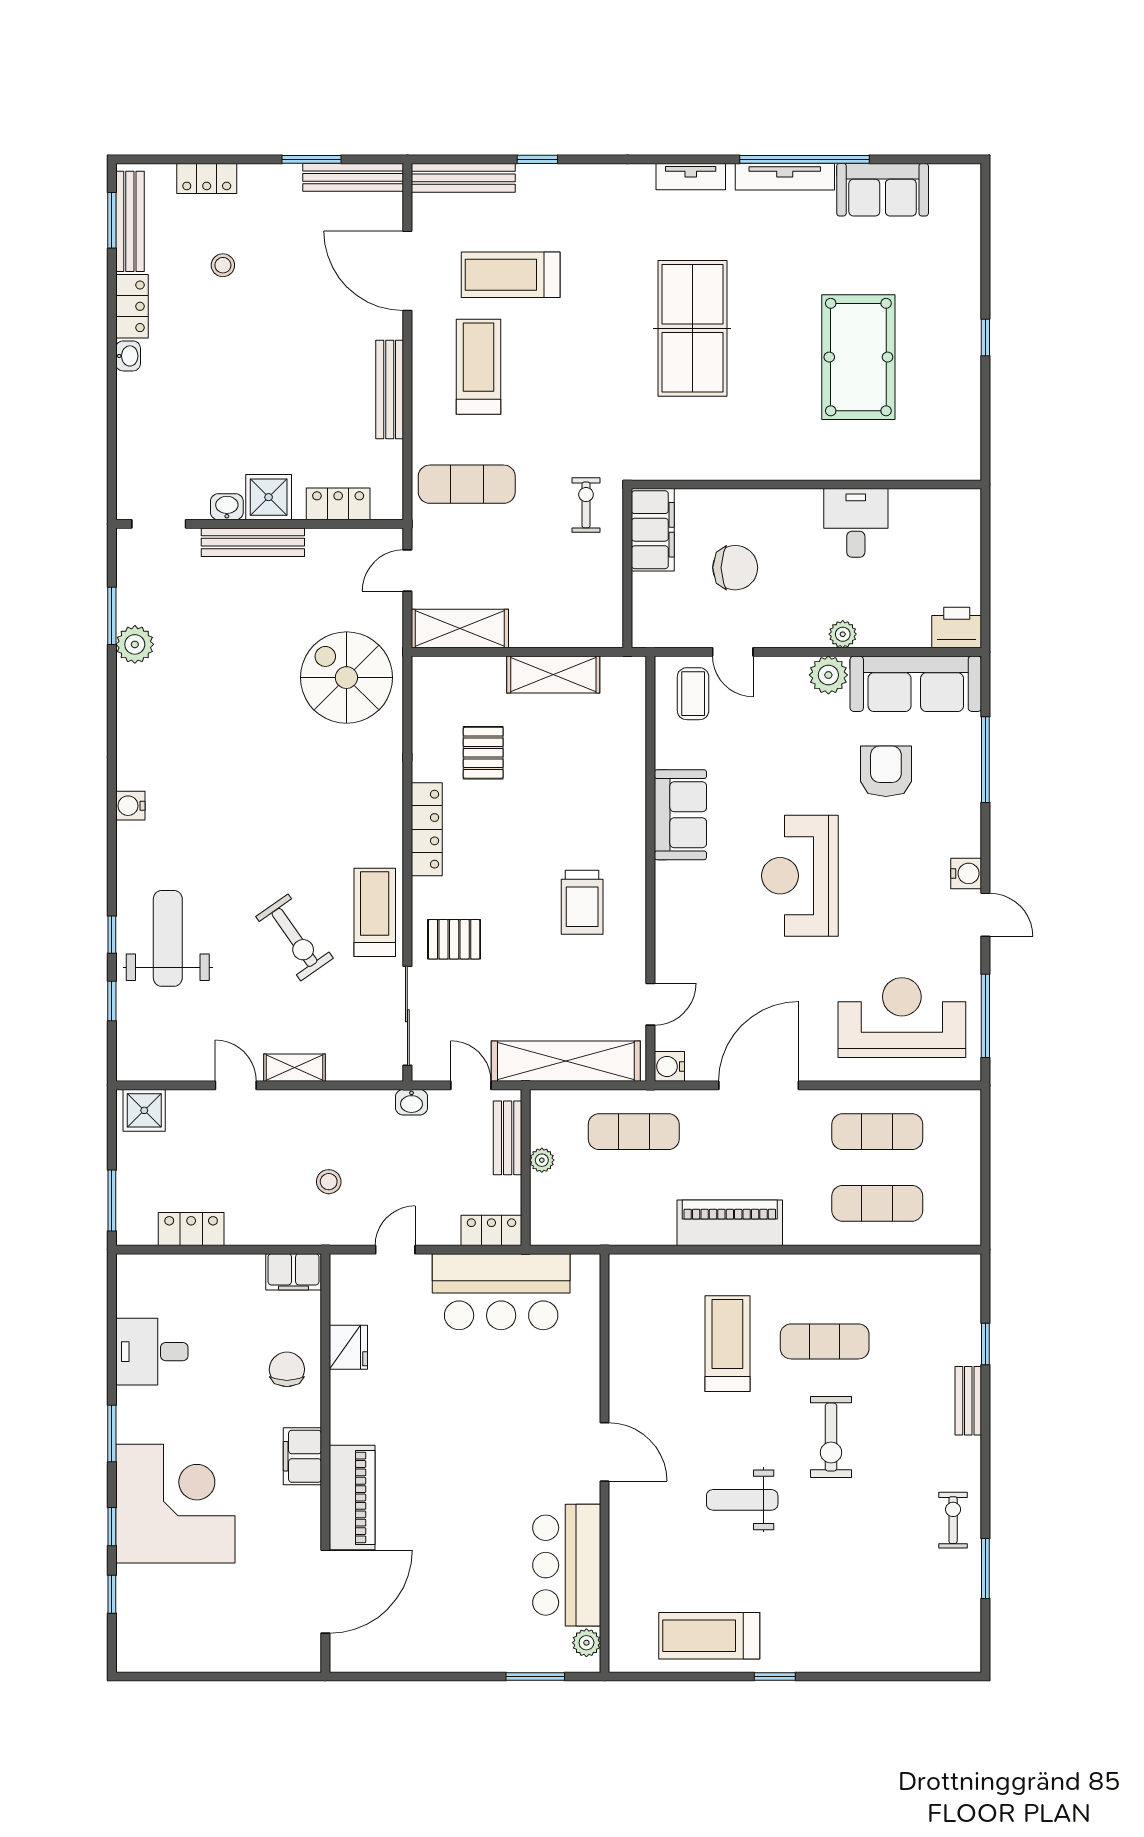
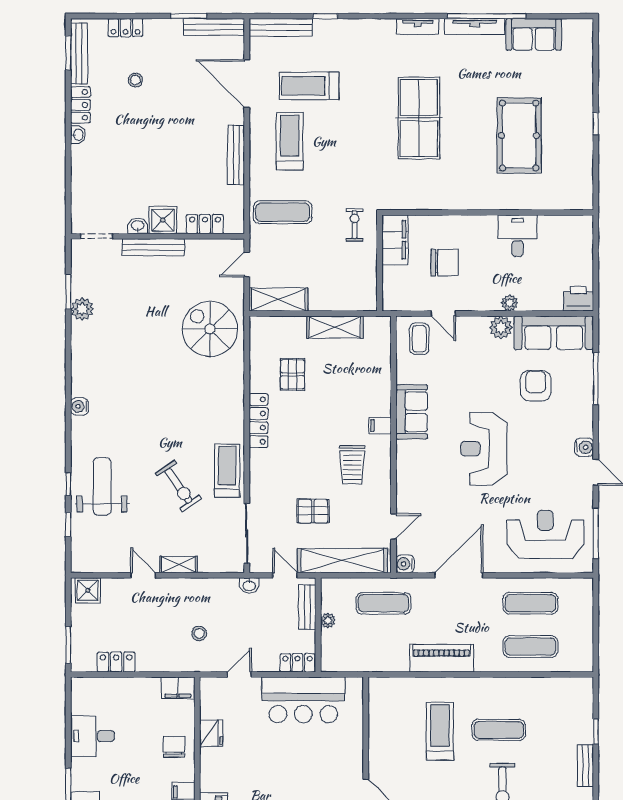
filing cabinet: (628, 837) -> (380, 426), added
pallet: (454, 939) -> (313, 511), moved

